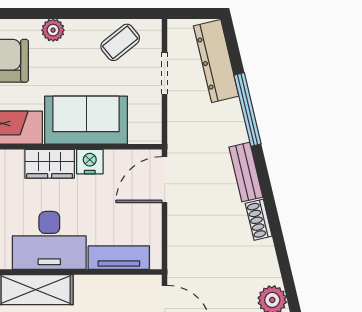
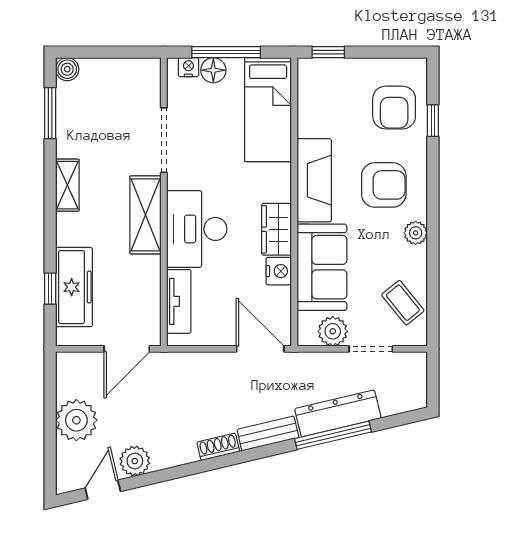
dresser: (216, 61) -> (338, 413), moved
plant: (148, 110) -> (333, 331), added

